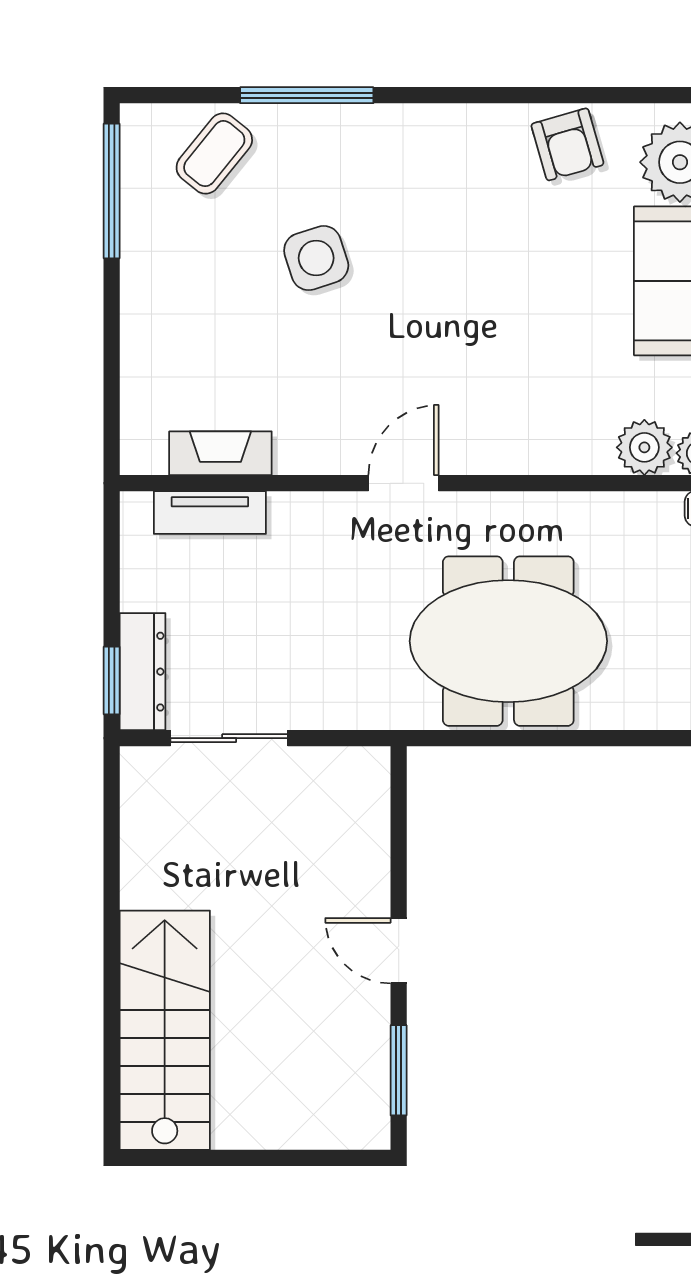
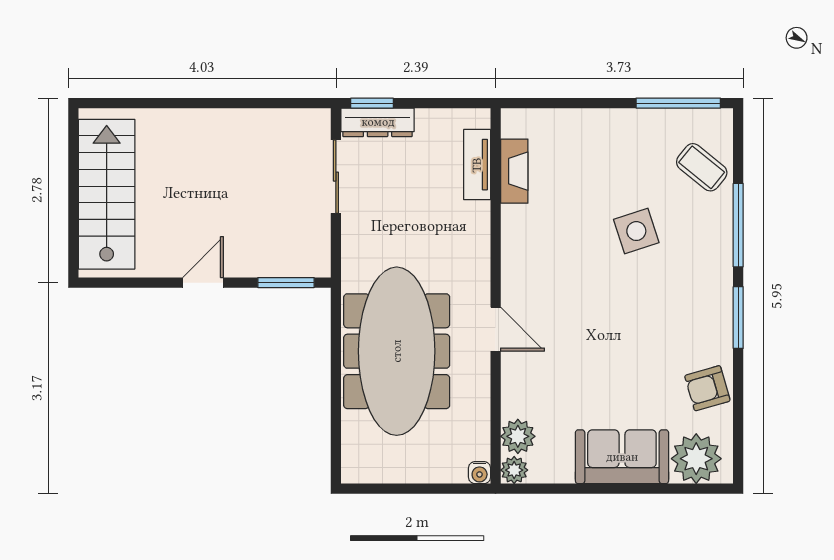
window: (455, 95) -> (738, 318), added
door: (404, 483) -> (496, 329), moved
meeting table: (508, 641) -> (397, 351), width x1.36
stairs: (165, 1030) -> (107, 194), moved, turned -90
window: (399, 1070) -> (286, 283), moved

